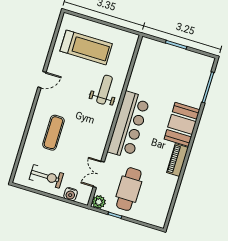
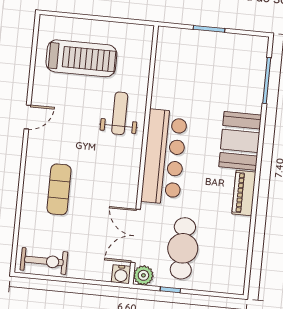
double door: (99, 174) -> (135, 236), width x1.37
exercise bike: (46, 176) -> (44, 261), moved
water cooler: (71, 194) -> (121, 274), moved

